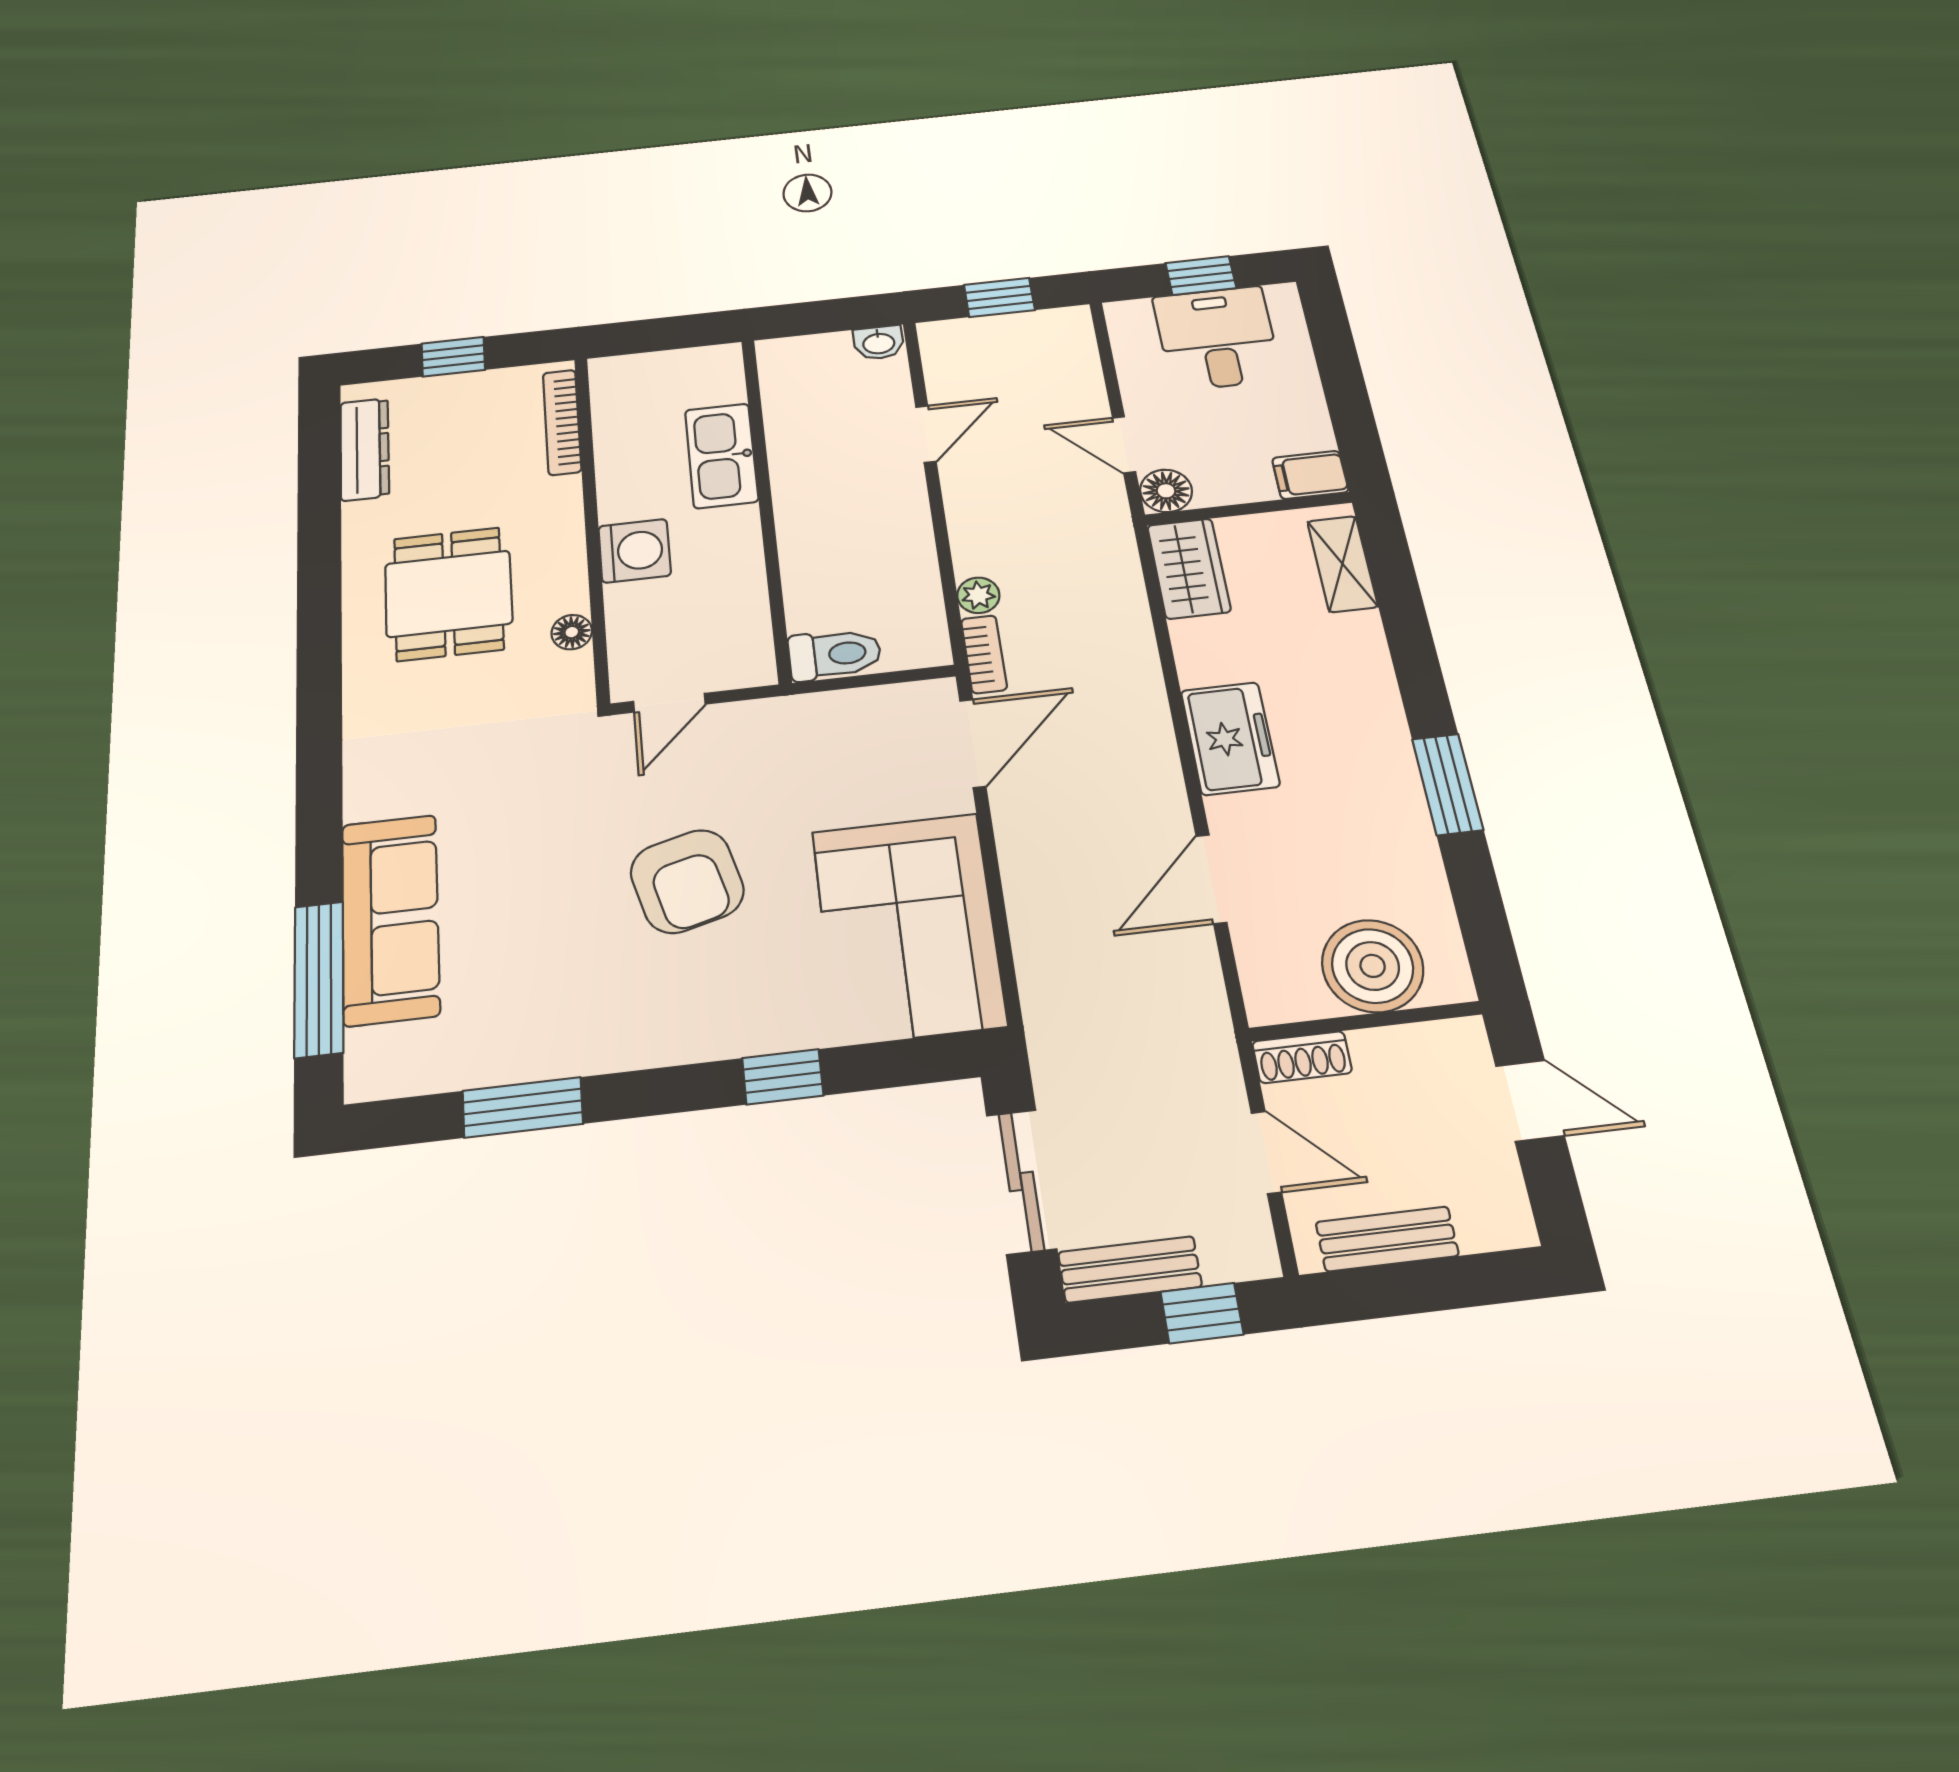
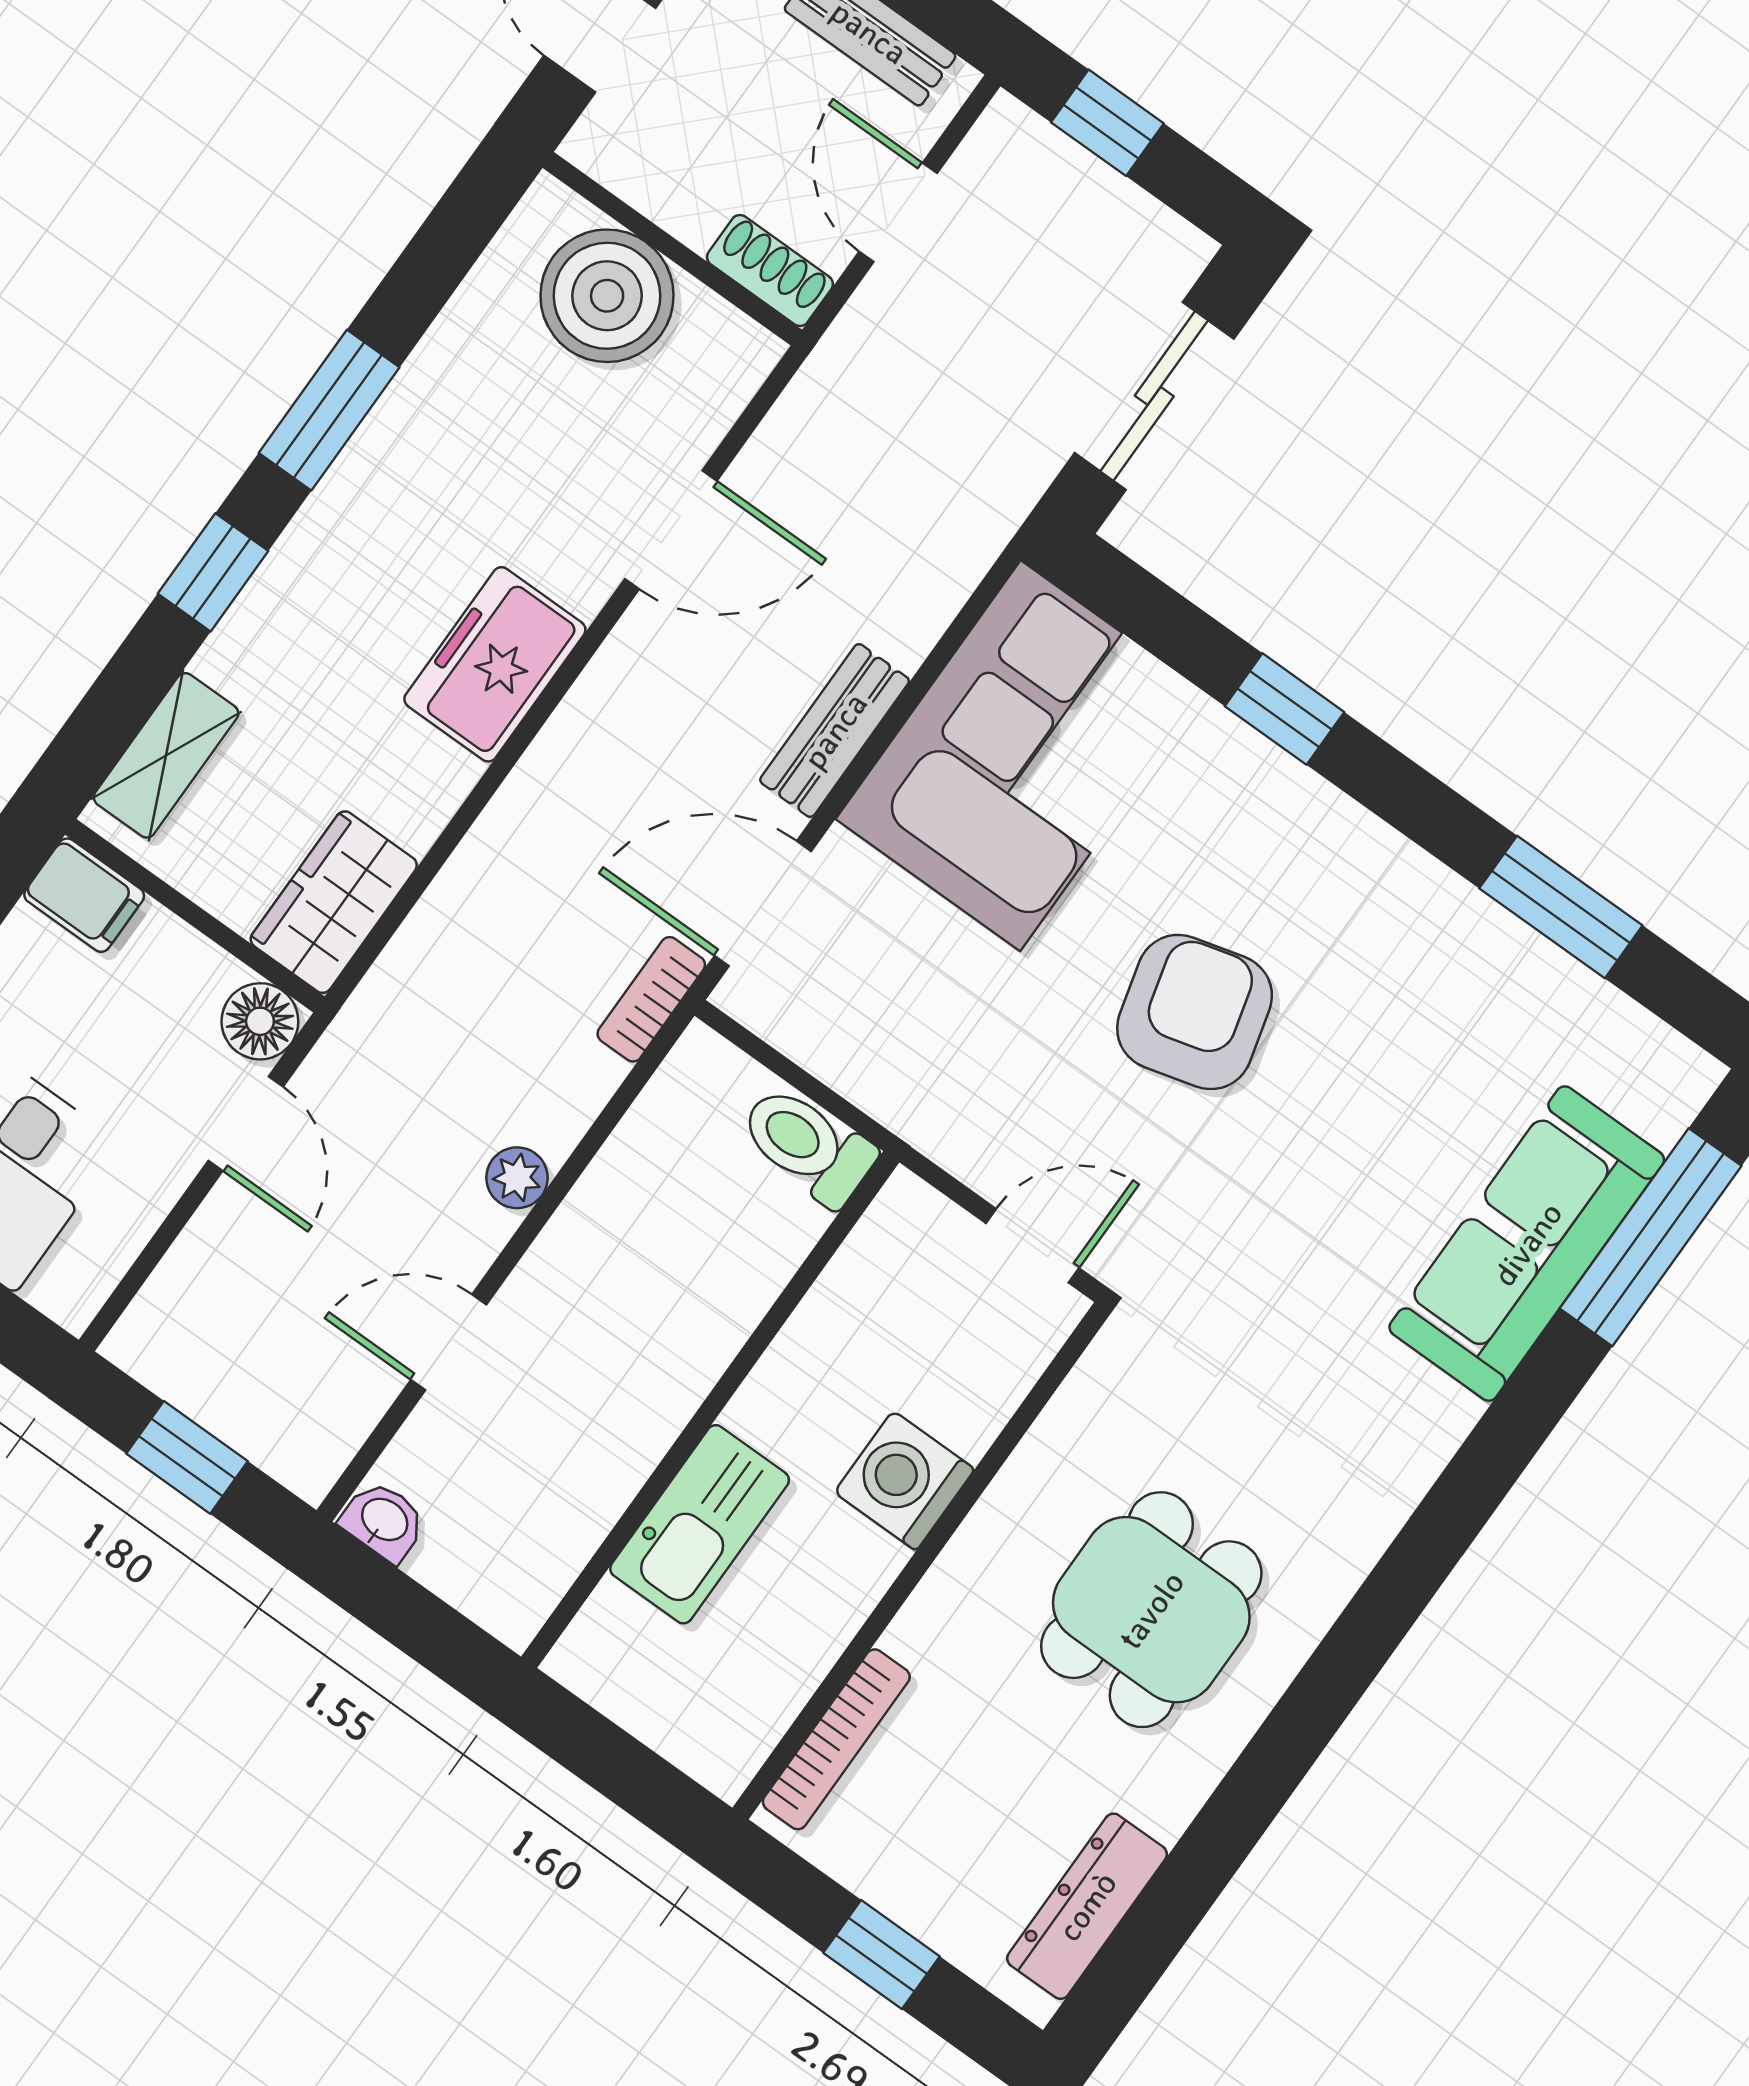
plant: (978, 595) -> (517, 1178), moved
floor lamp: (572, 632) -> (1060, 1434), removed
window: (1416, 661) -> (213, 572), added
bench: (1130, 1269) -> (835, 730), moved, turned 90

